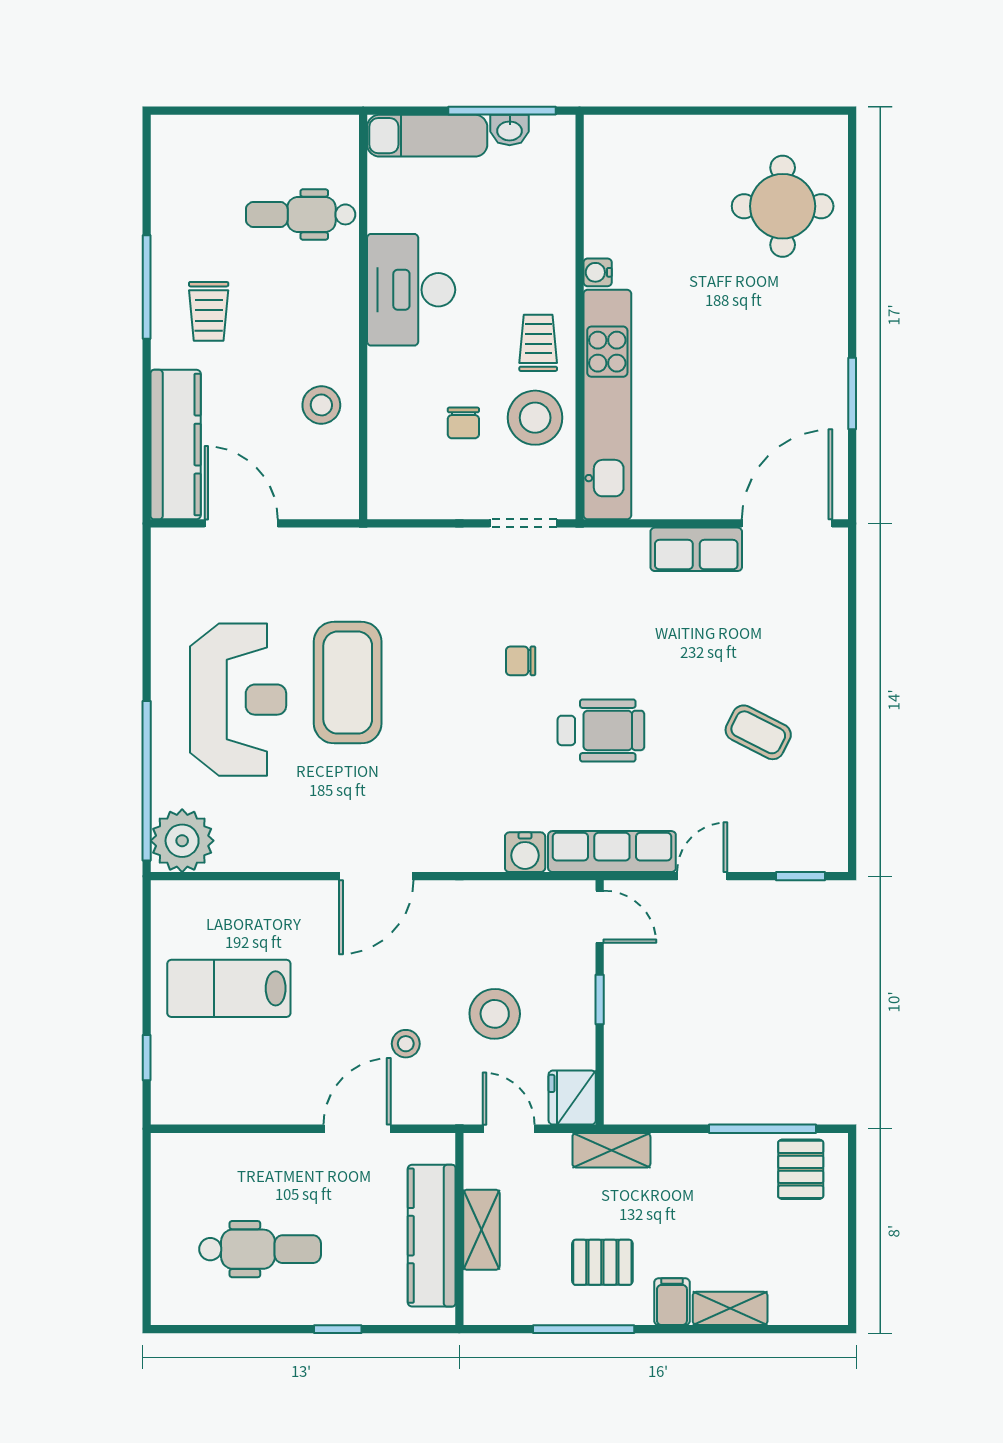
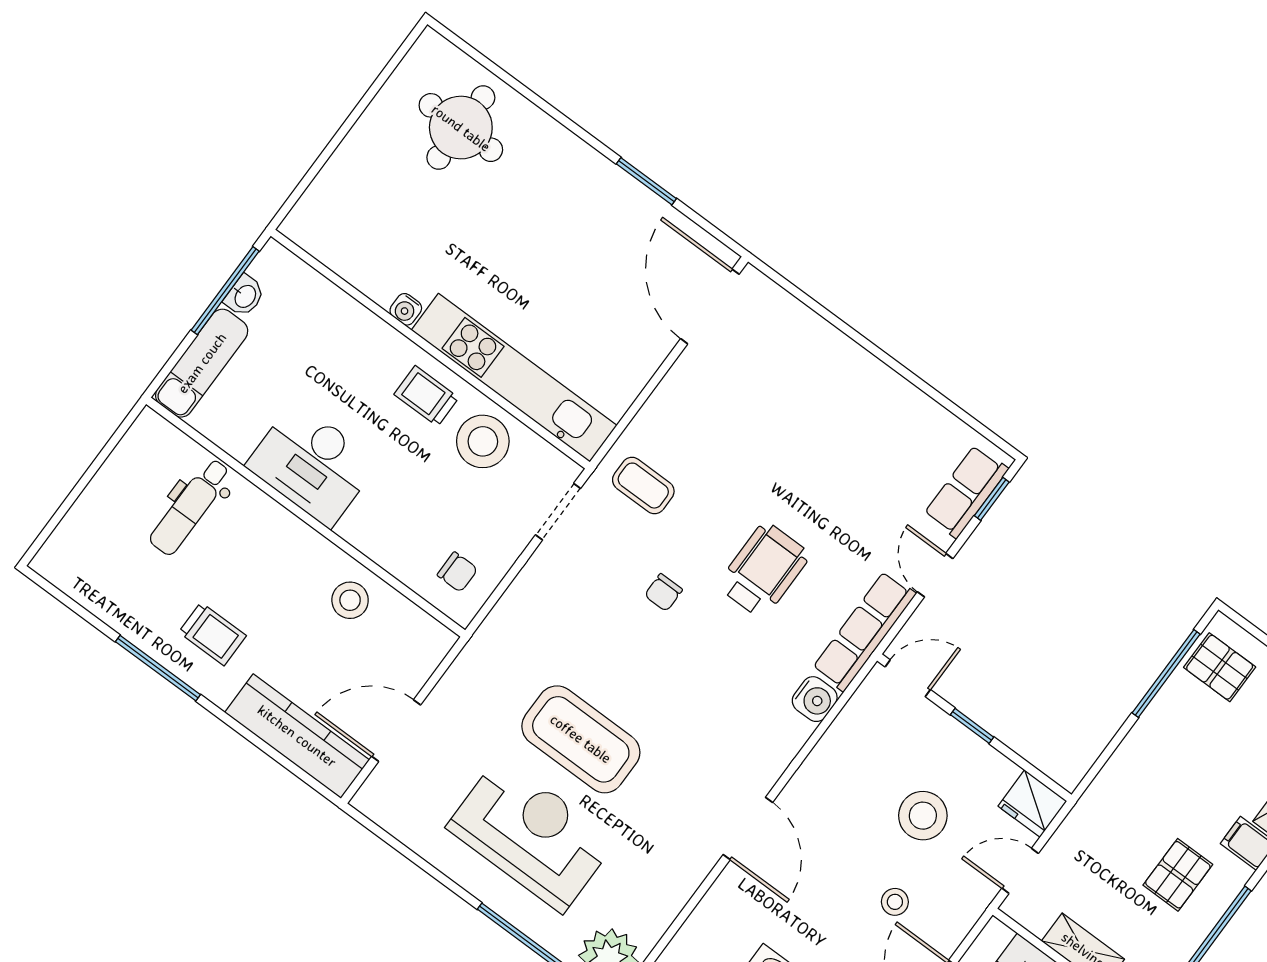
chair: (463, 423) -> (457, 572), moved
row of seats: (696, 549) -> (966, 492), moved, turned 180
coffee table: (758, 732) -> (643, 486), moved, turned 63
shelving: (611, 1150) -> (1096, 803), removed

